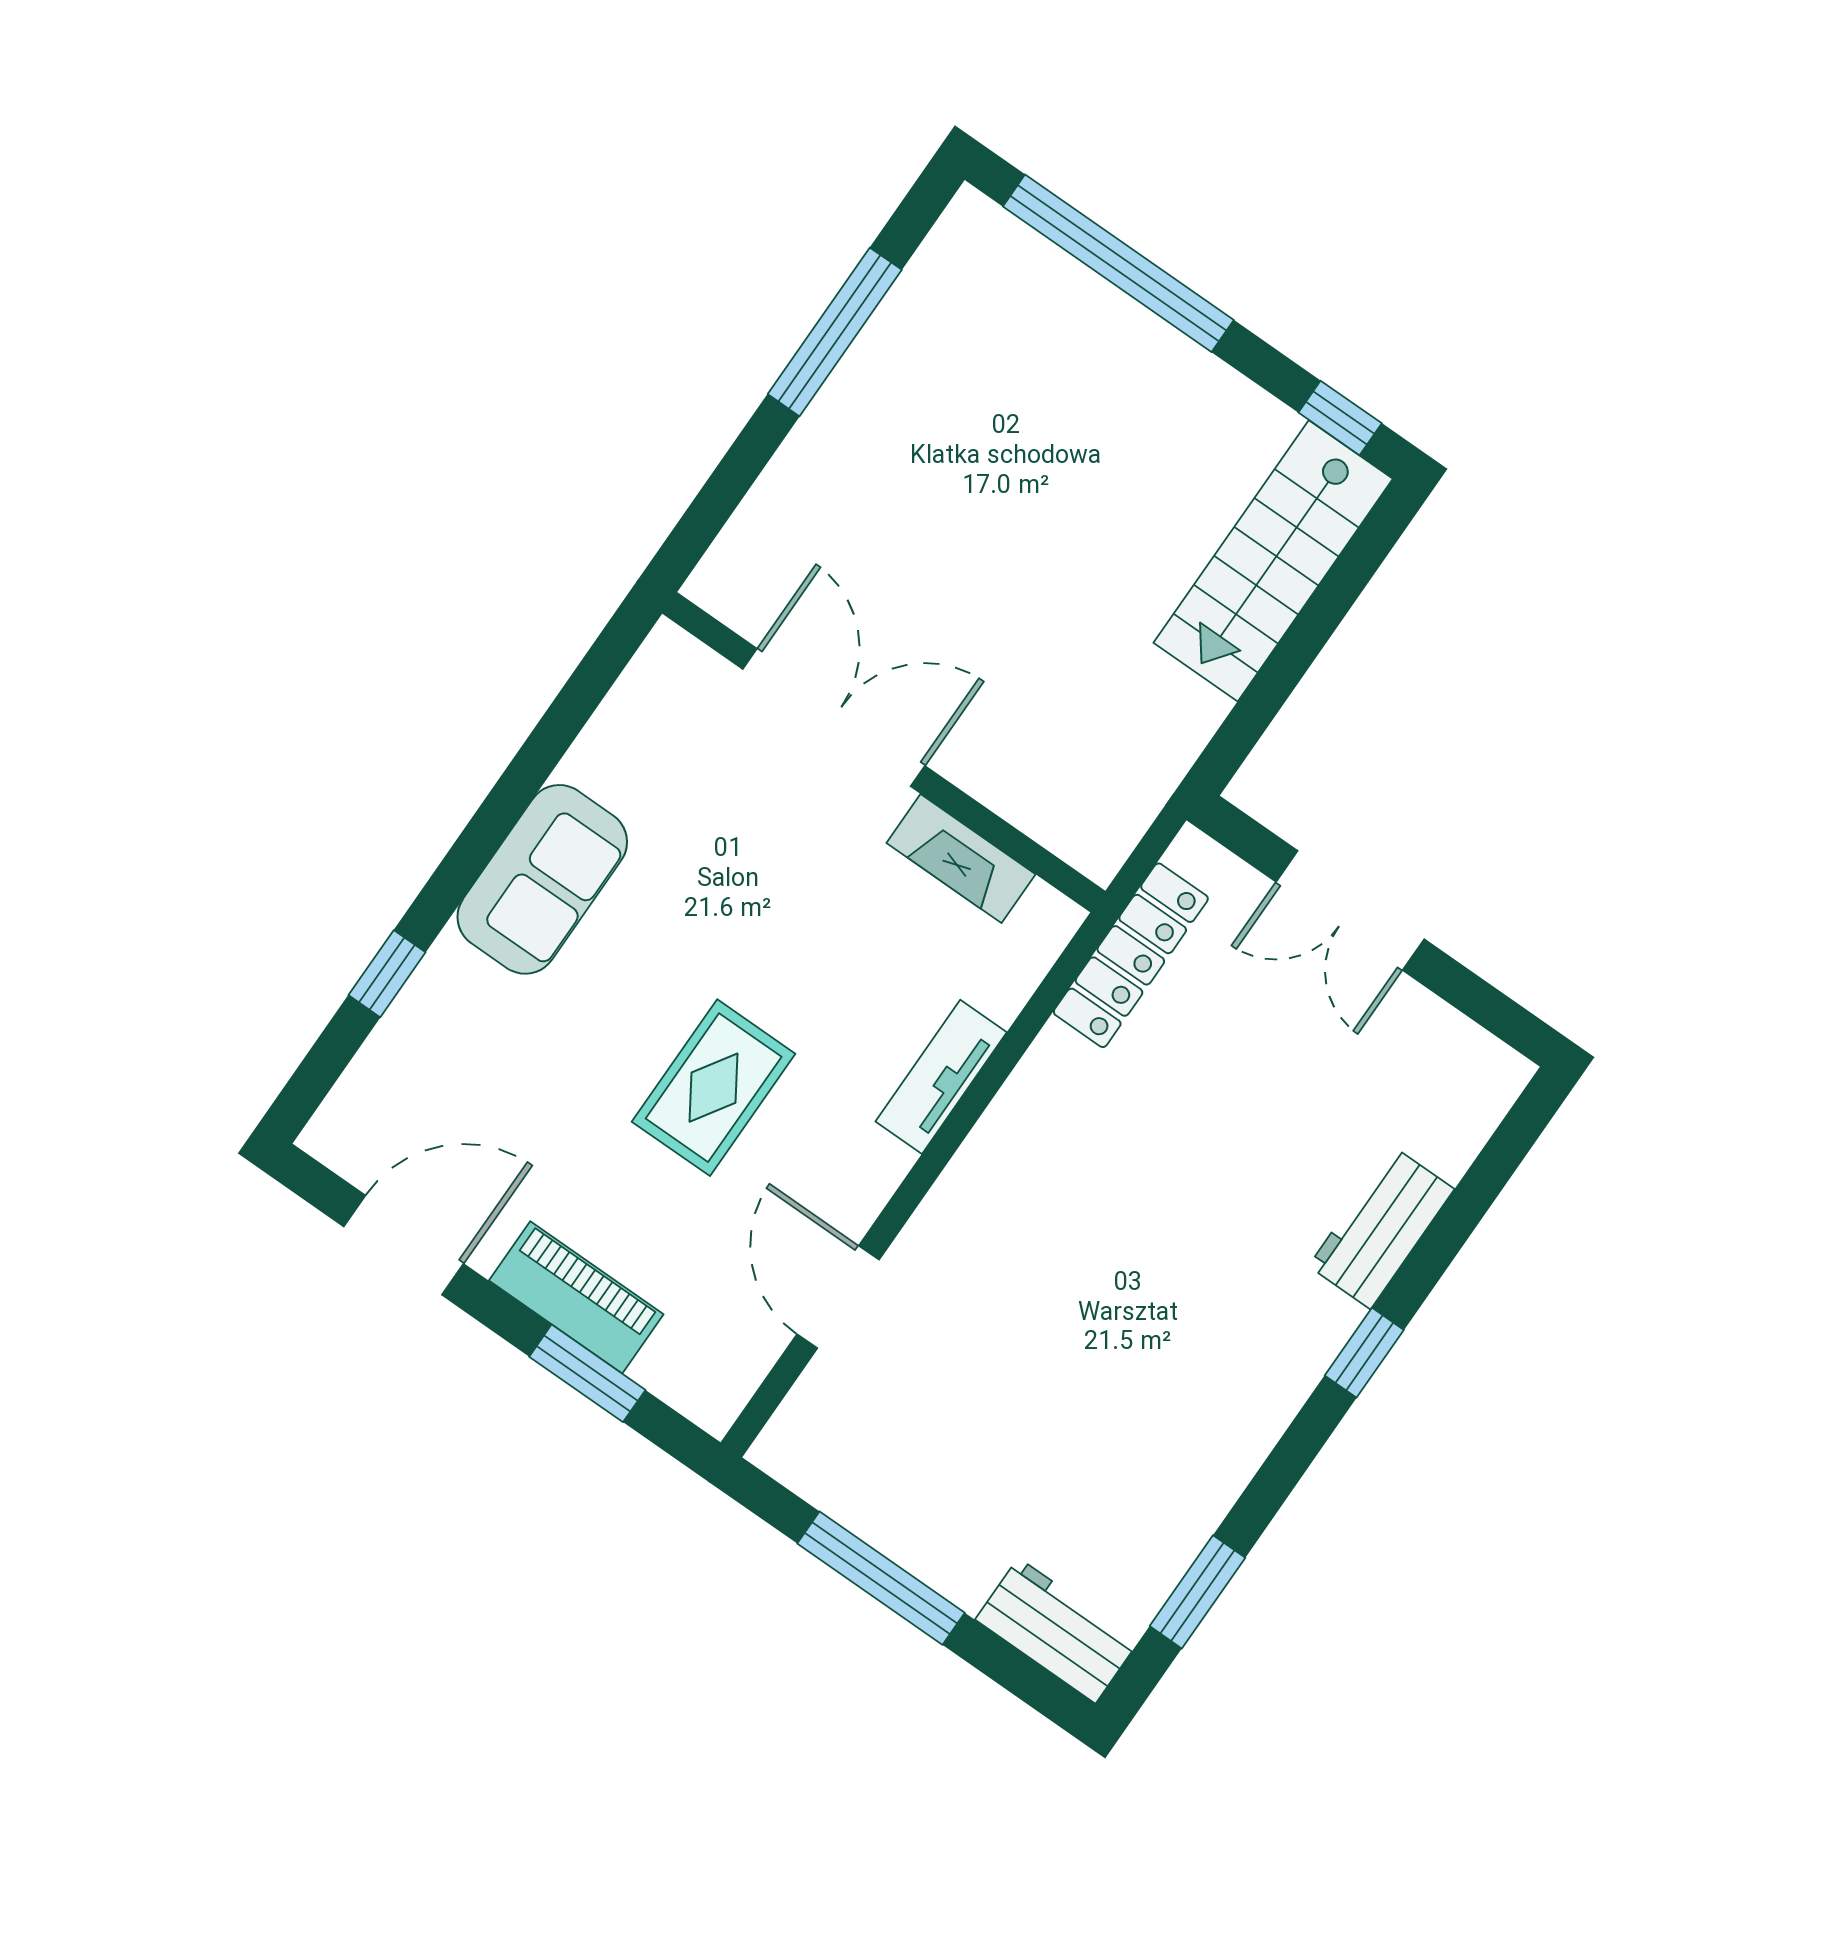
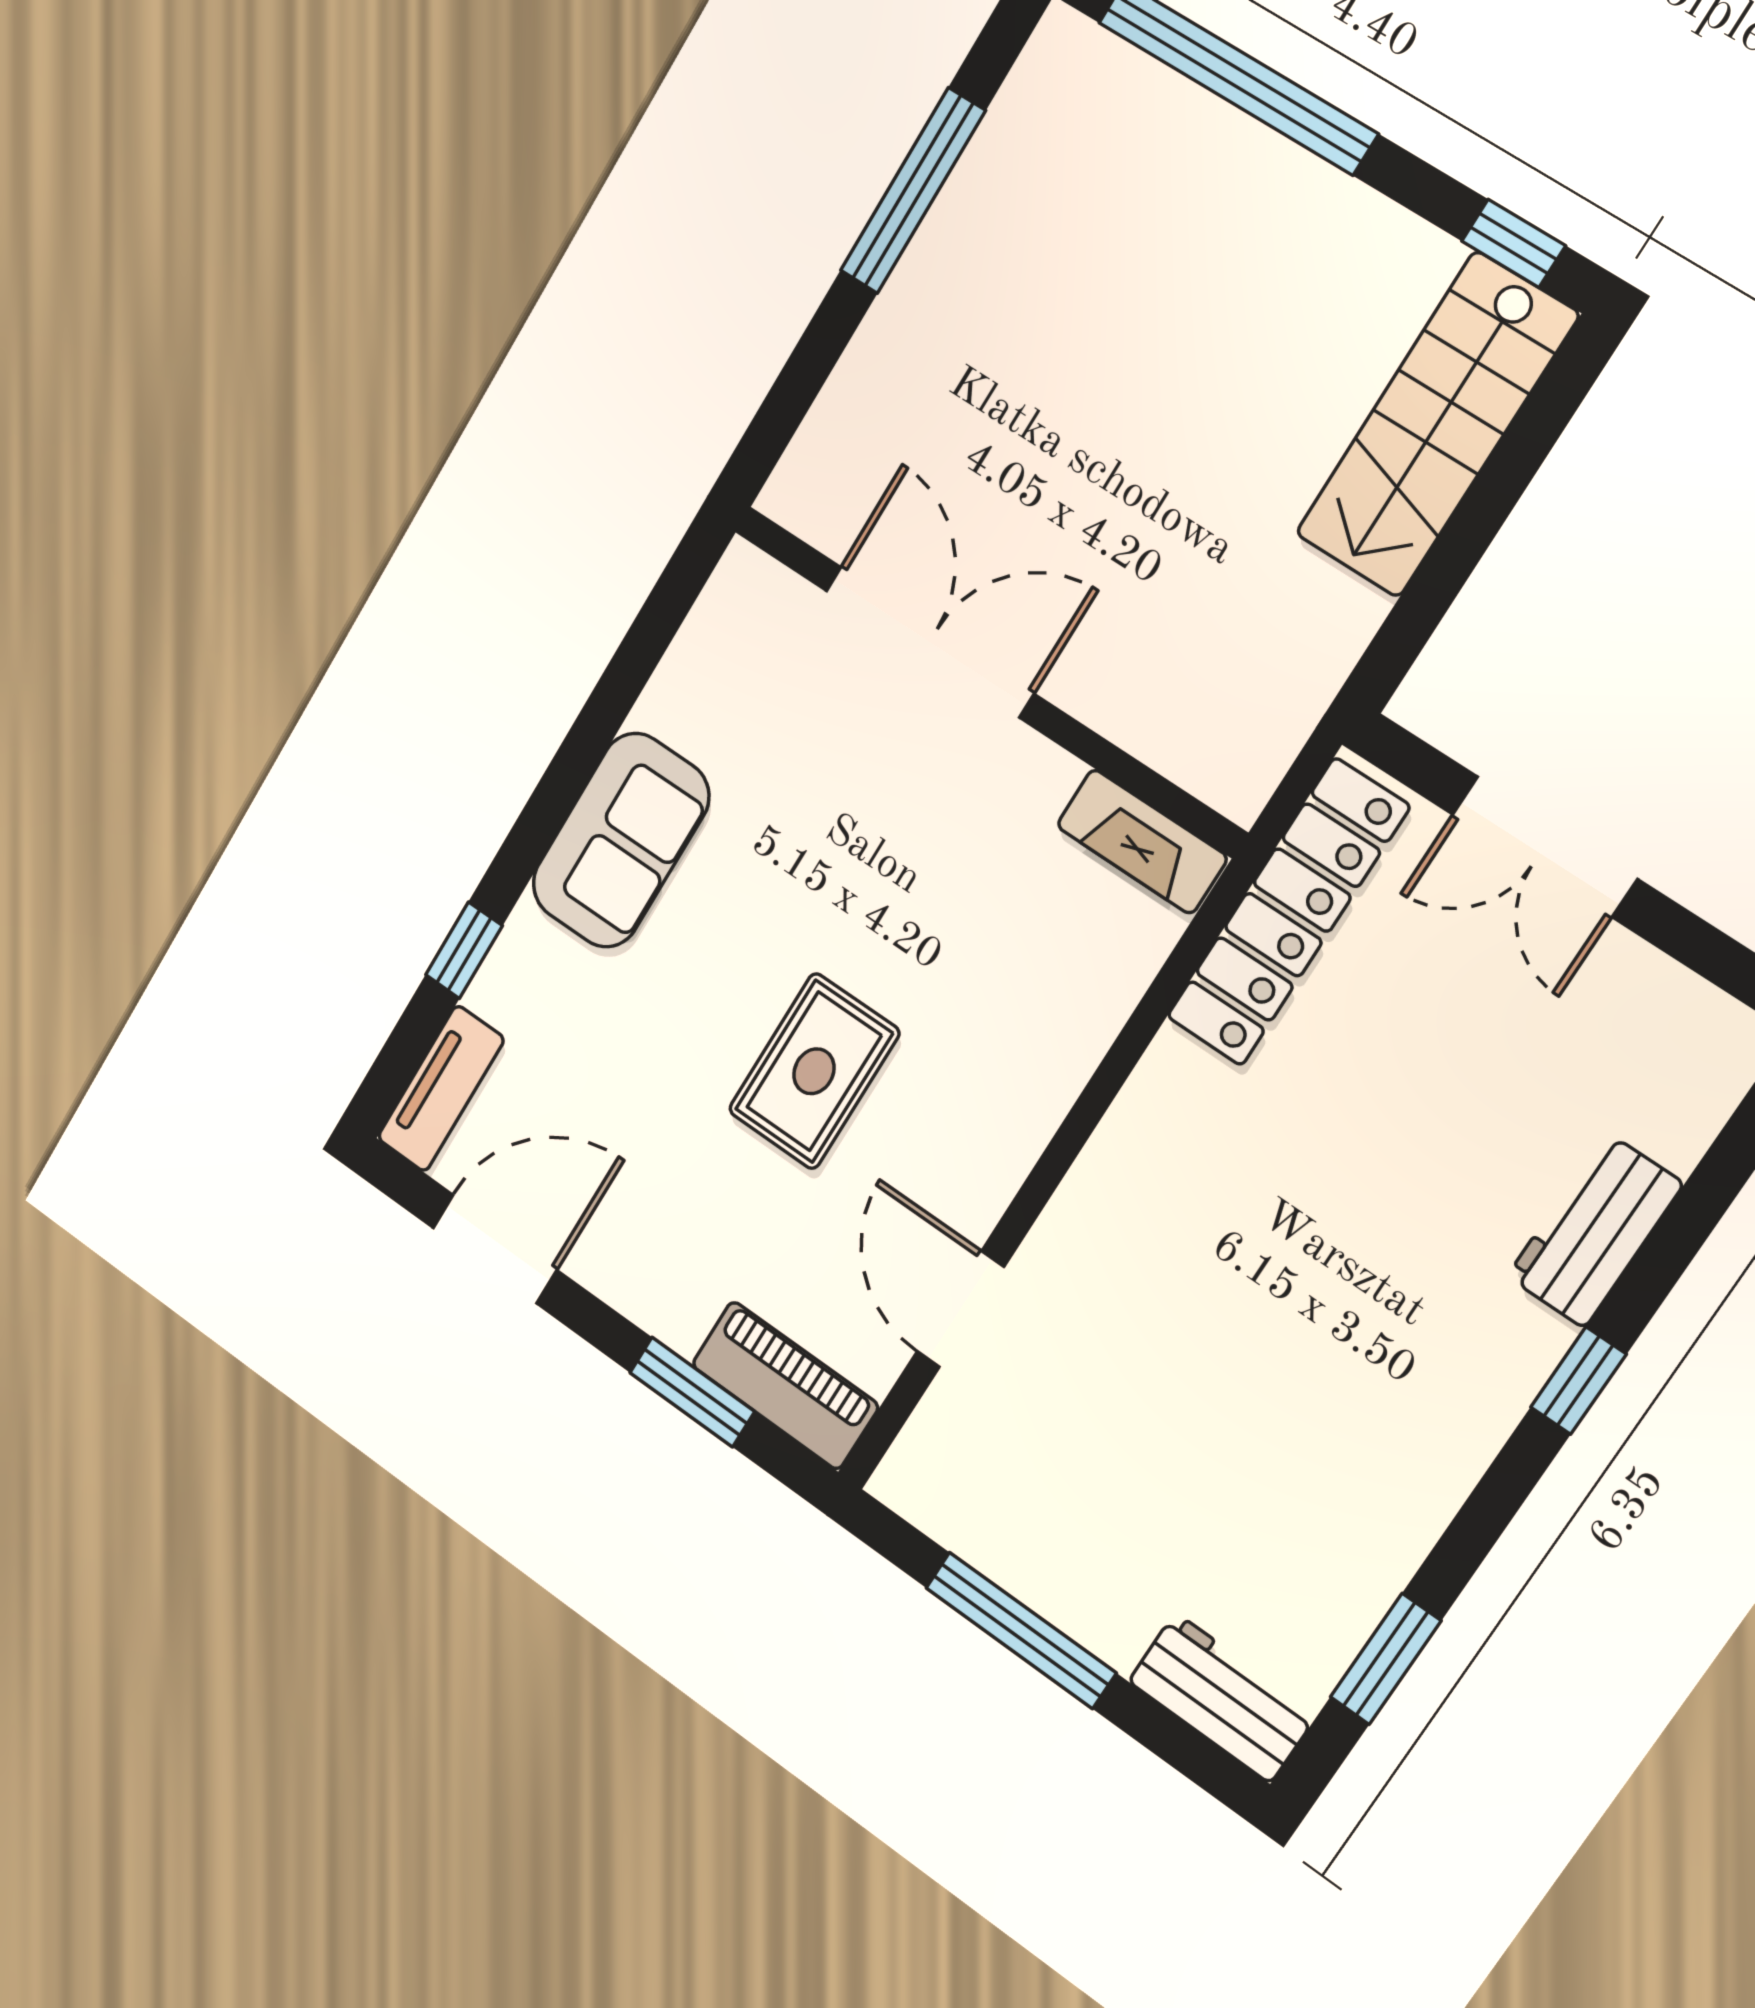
fireplace: (961, 859) -> (1142, 841), moved
locker: (1131, 955) -> (1288, 912), width x1.41, depth x1.21
tv unit: (941, 1077) -> (441, 1089), moved, turned 180
piano: (576, 1297) -> (785, 1385), moved

